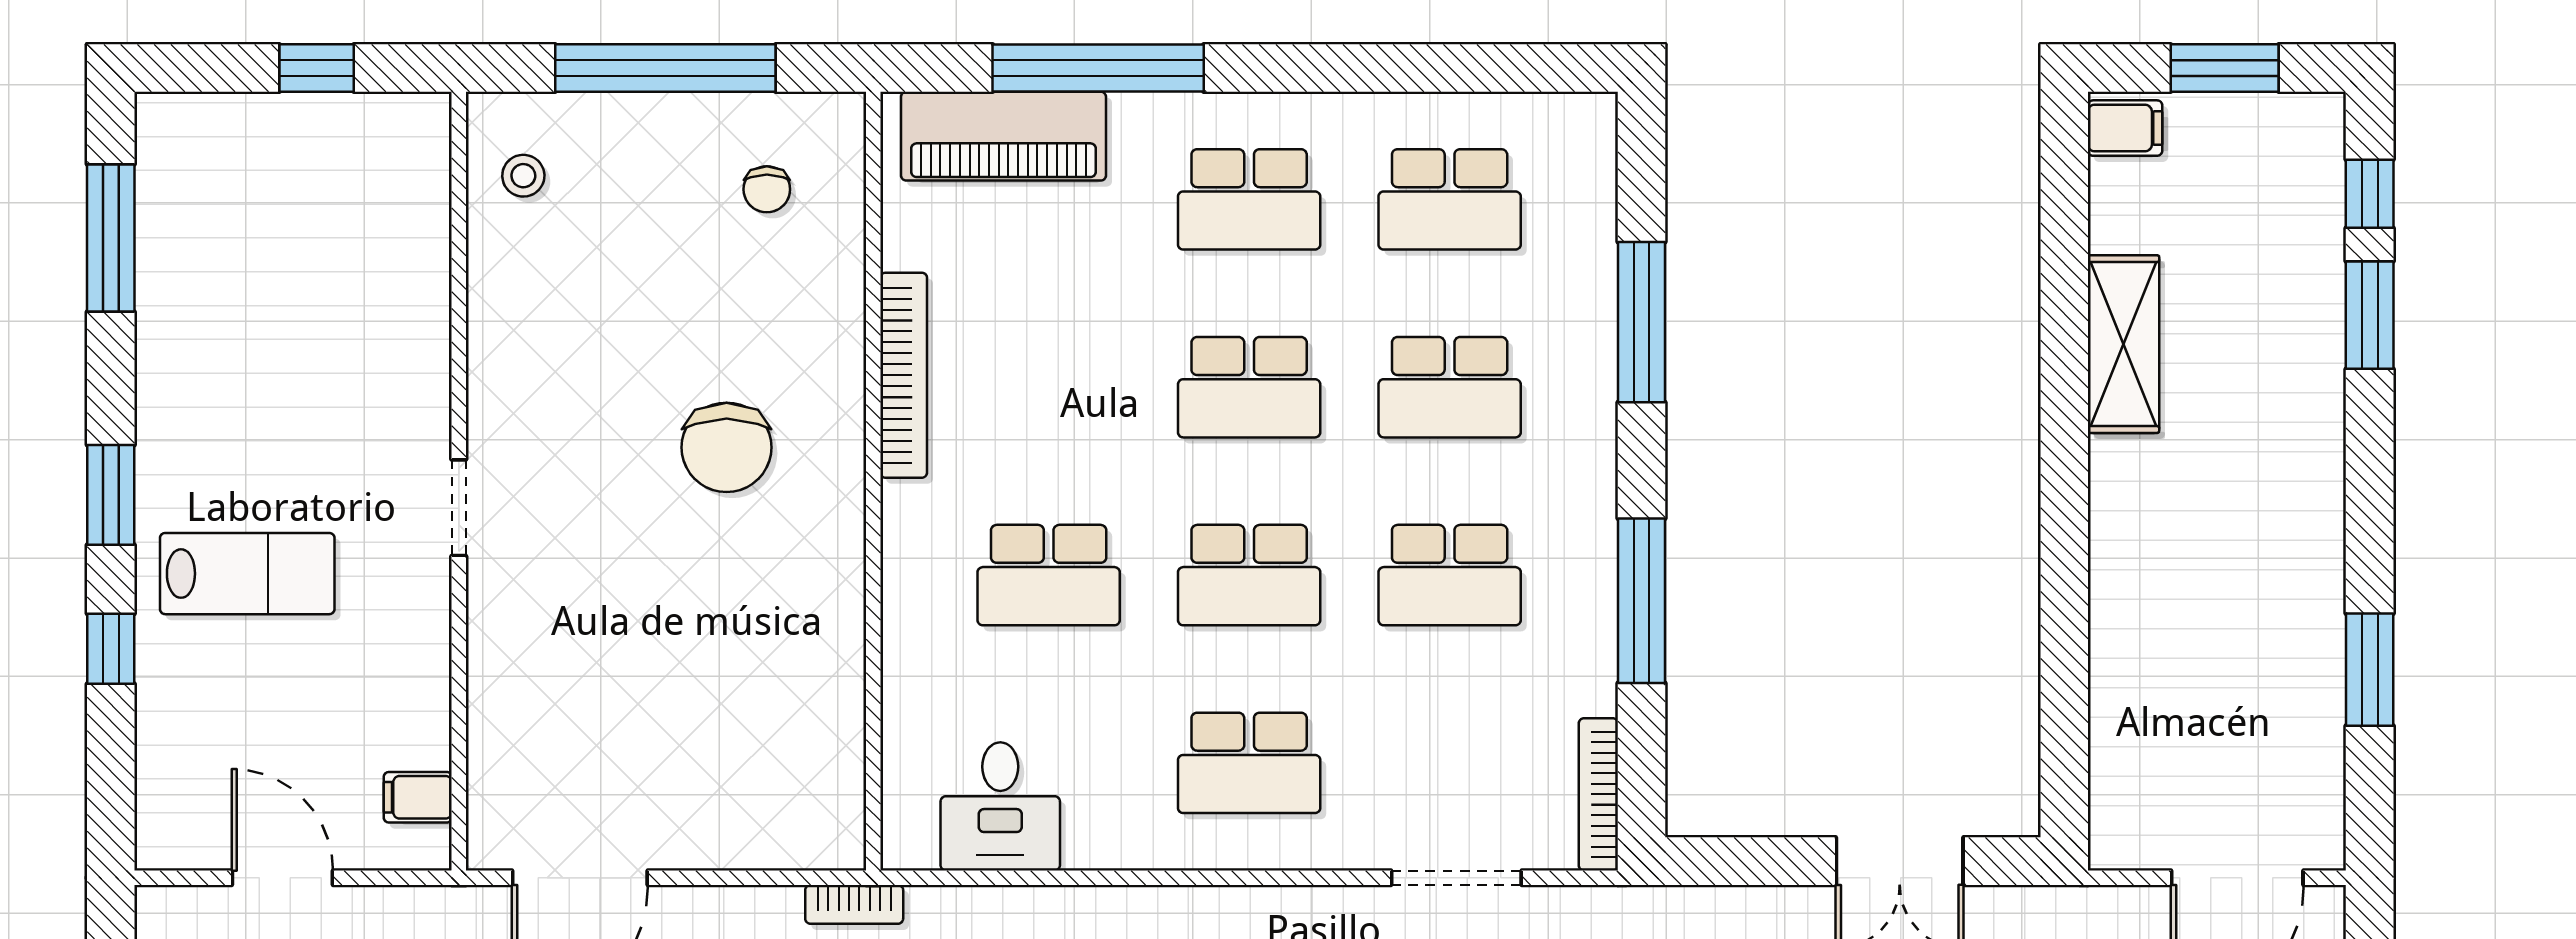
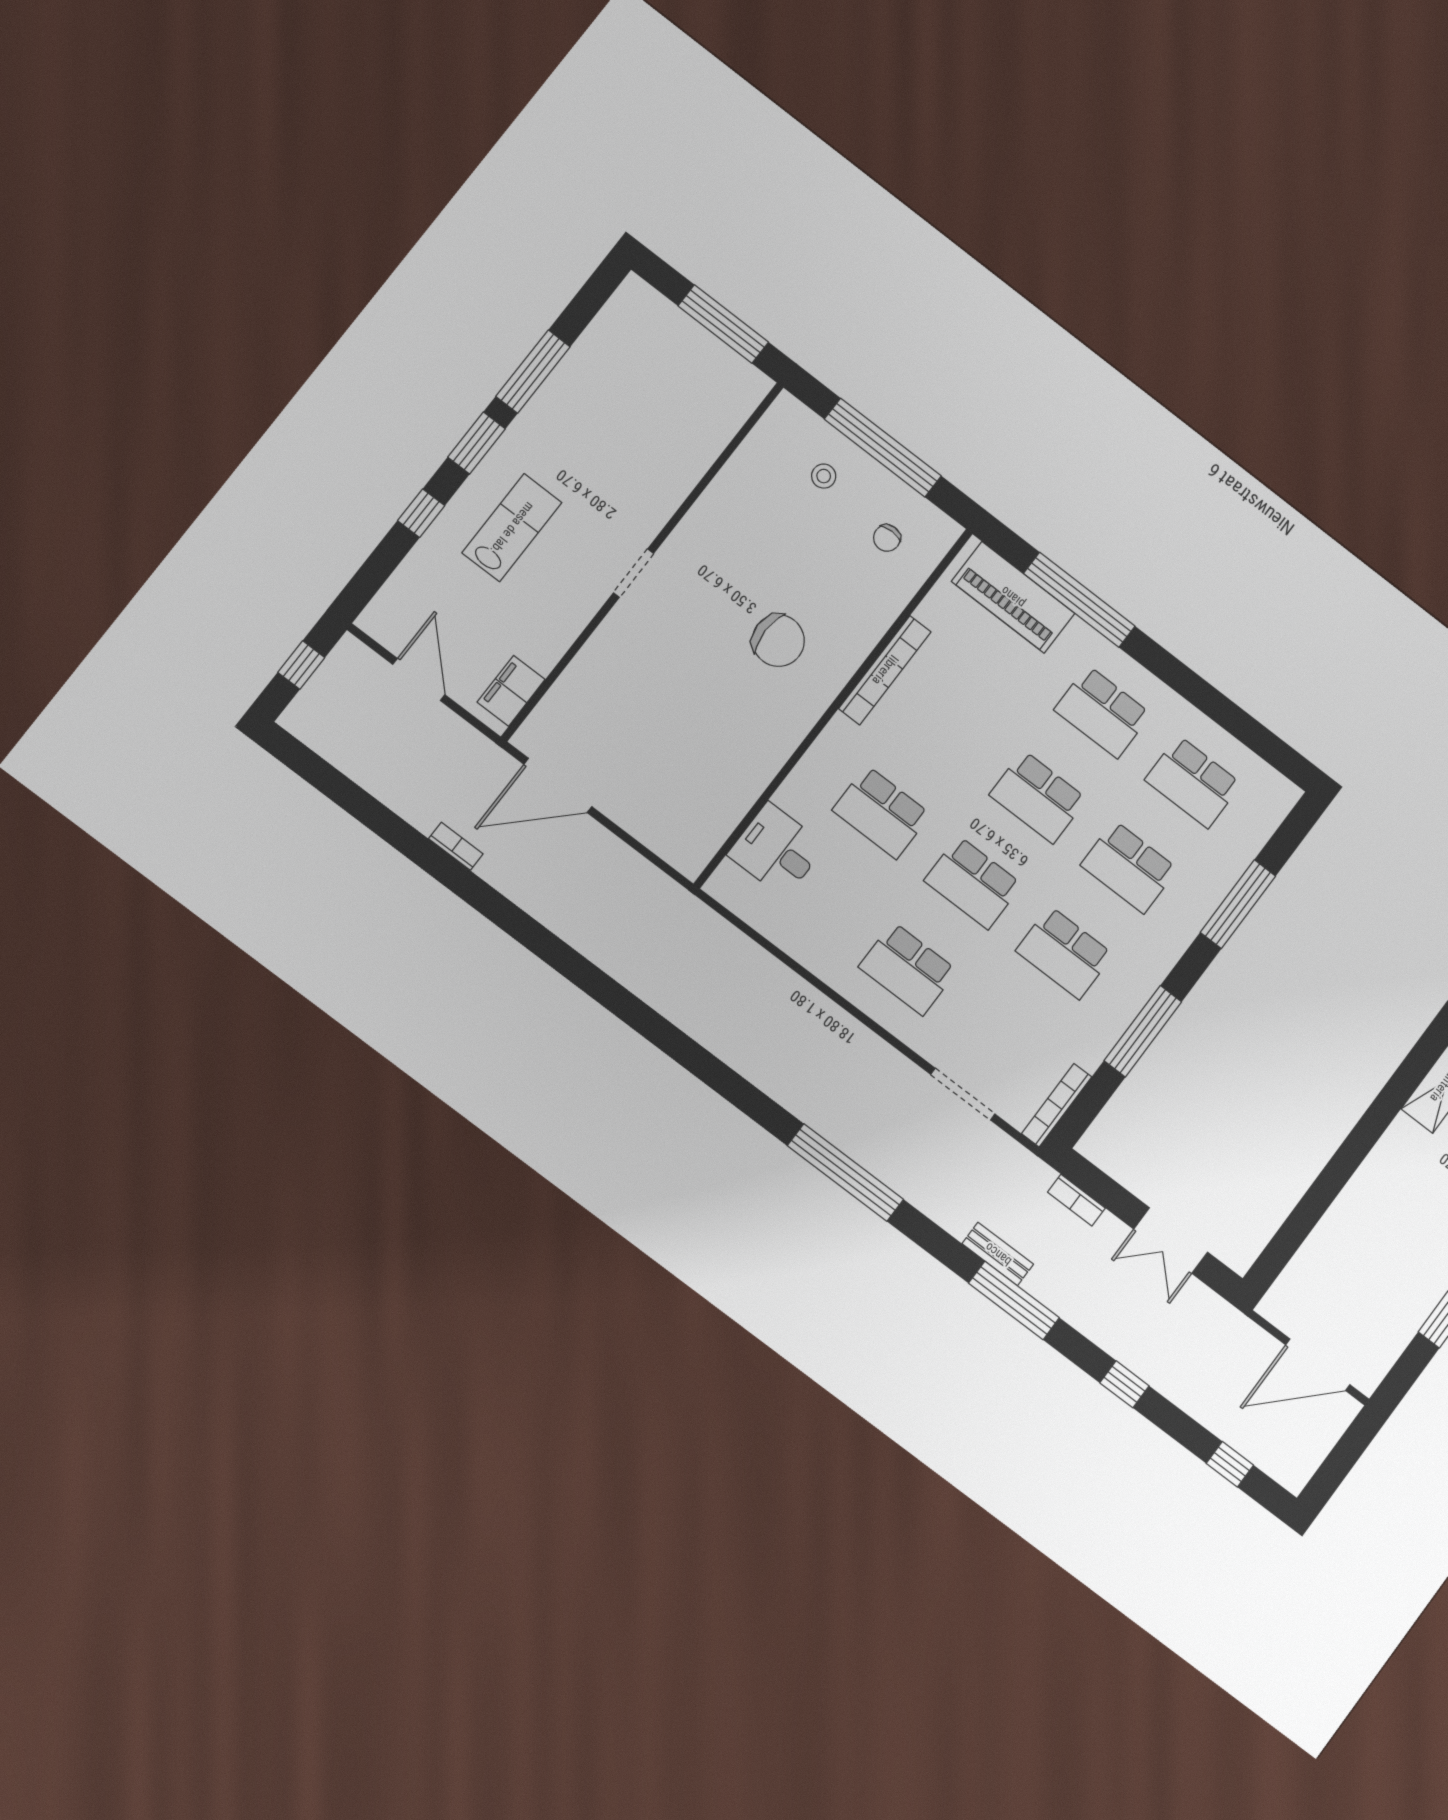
window: (317, 68) -> (723, 324), width x2.17
stool: (523, 176) -> (824, 476), moved
window: (111, 238) -> (533, 372), moved
chair: (727, 447) -> (778, 640), turned -90
lab bench: (247, 574) -> (512, 528), turned -90
filing cabinet: (418, 797) -> (511, 691), width x2.00
desk: (1000, 806) -> (777, 850), moved, turned 90
bookcase: (854, 904) -> (1076, 1200), moved

